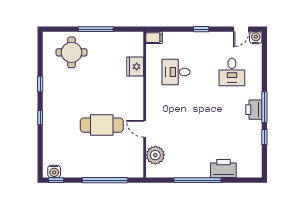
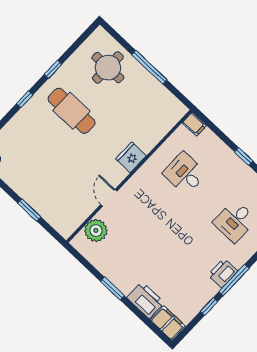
fridge: (135, 67) -> (131, 157), moved
cafe table: (102, 125) -> (71, 111), moved
filing cabinet: (249, 170) -> (168, 323), added
window: (105, 180) -> (29, 210), width x0.47
window: (198, 180) -> (112, 289), width x0.47

